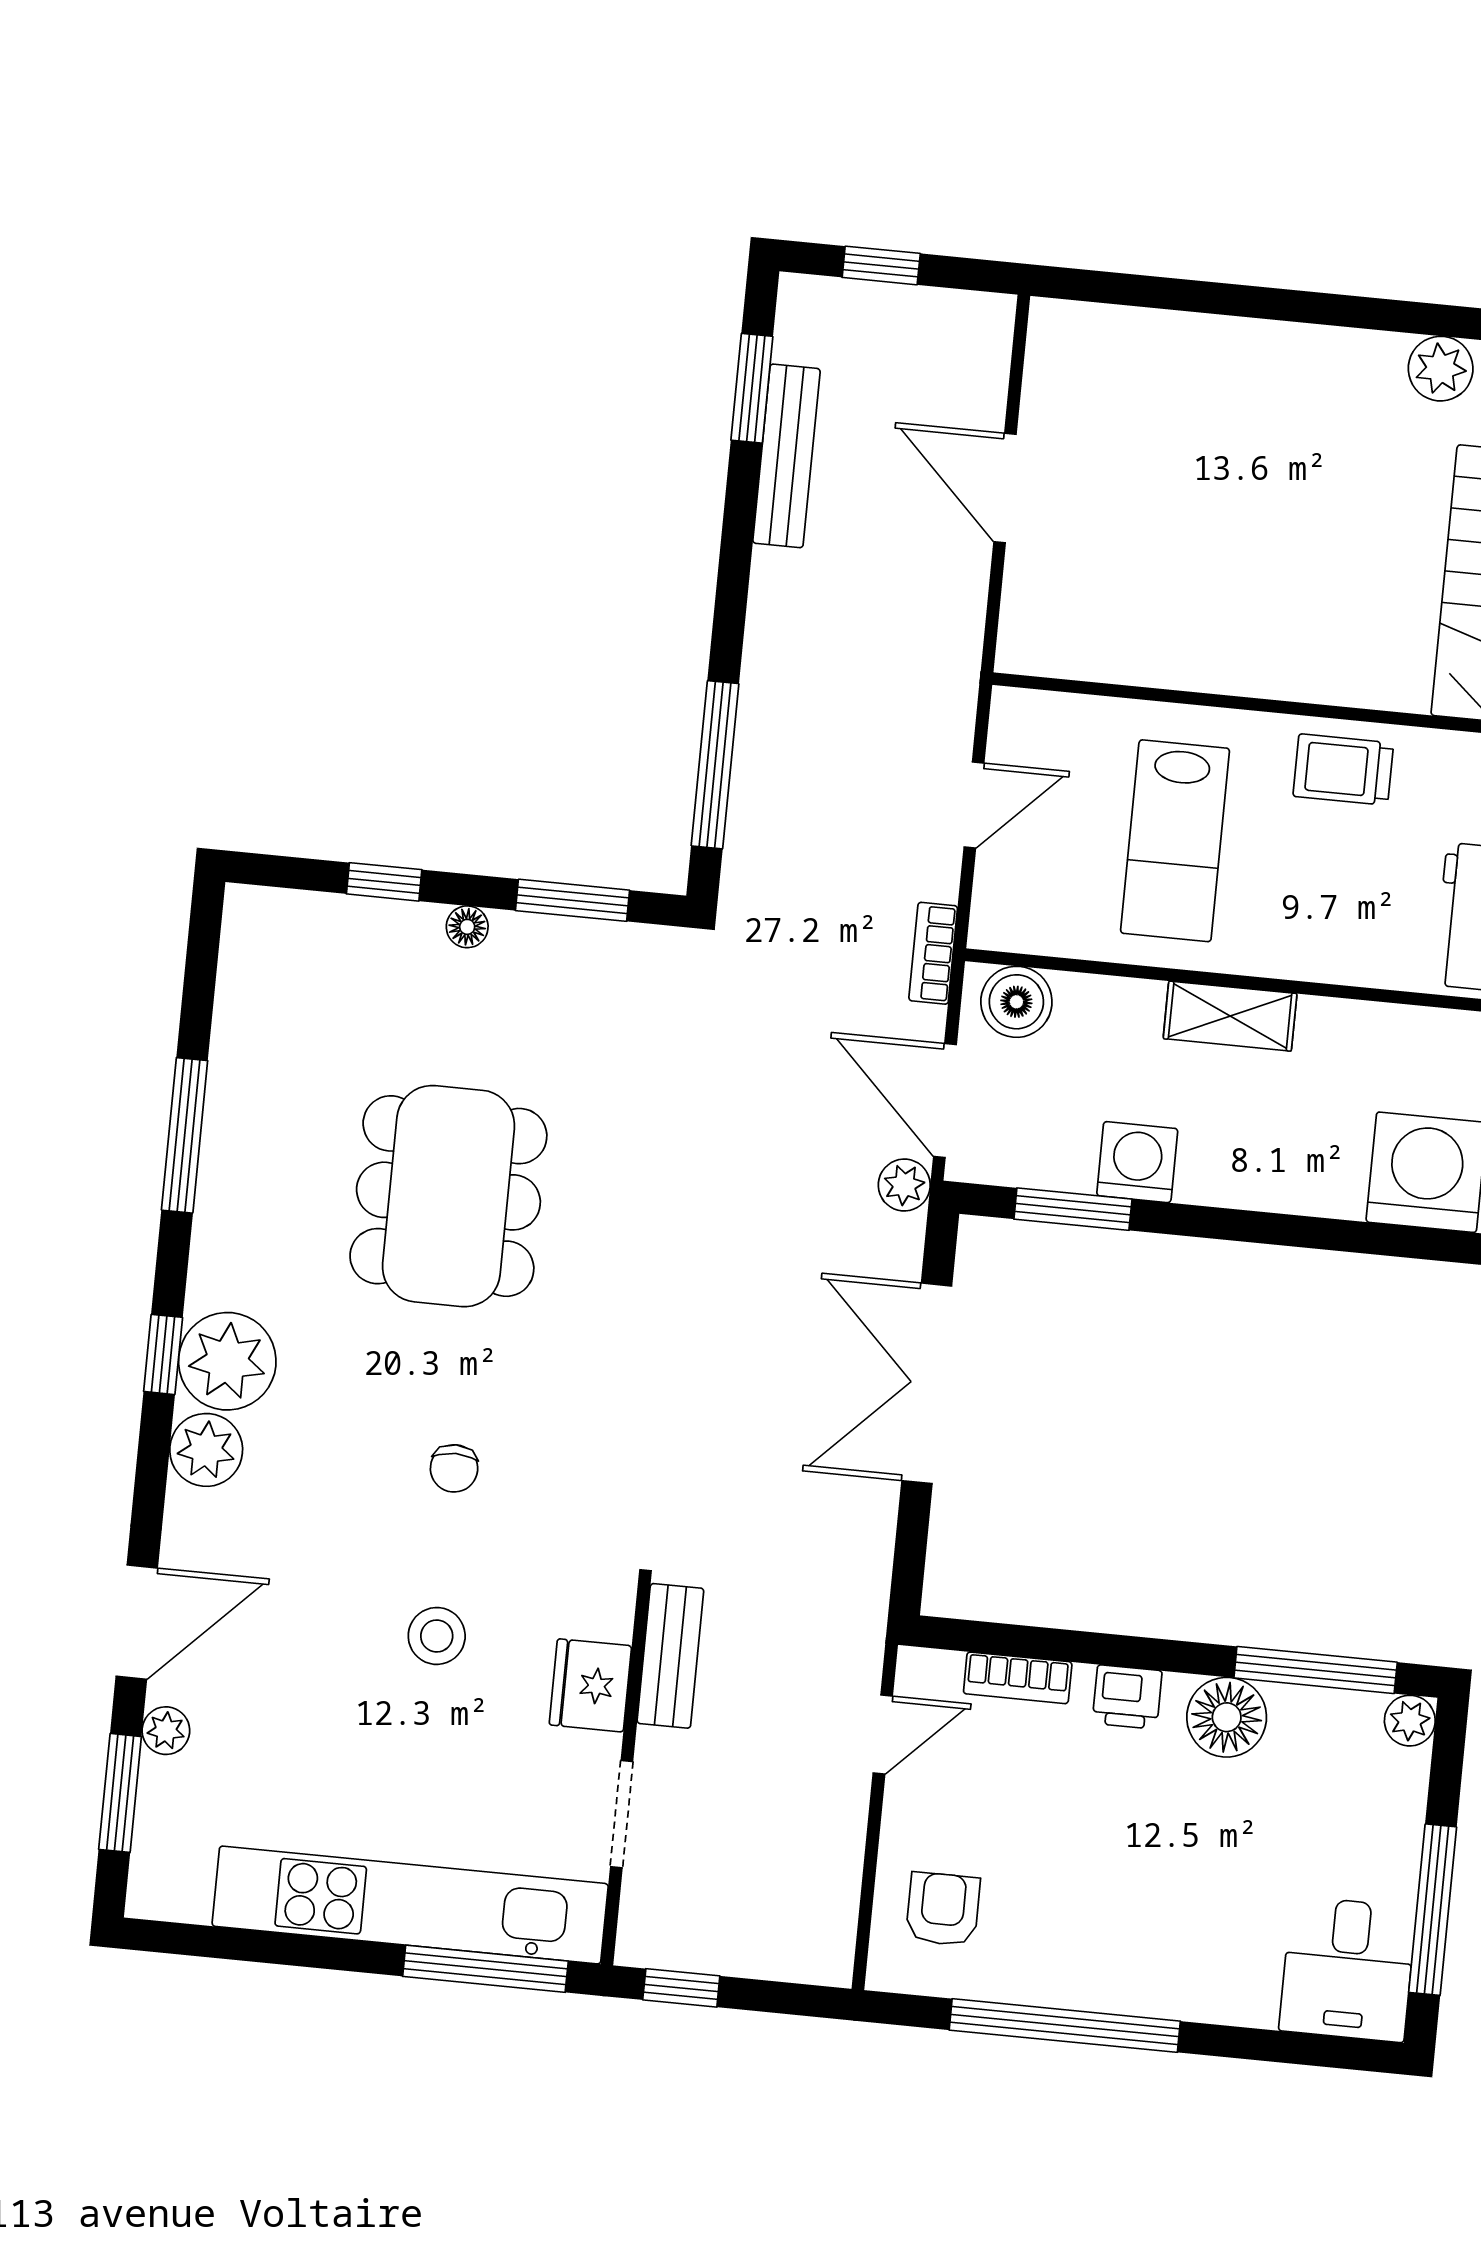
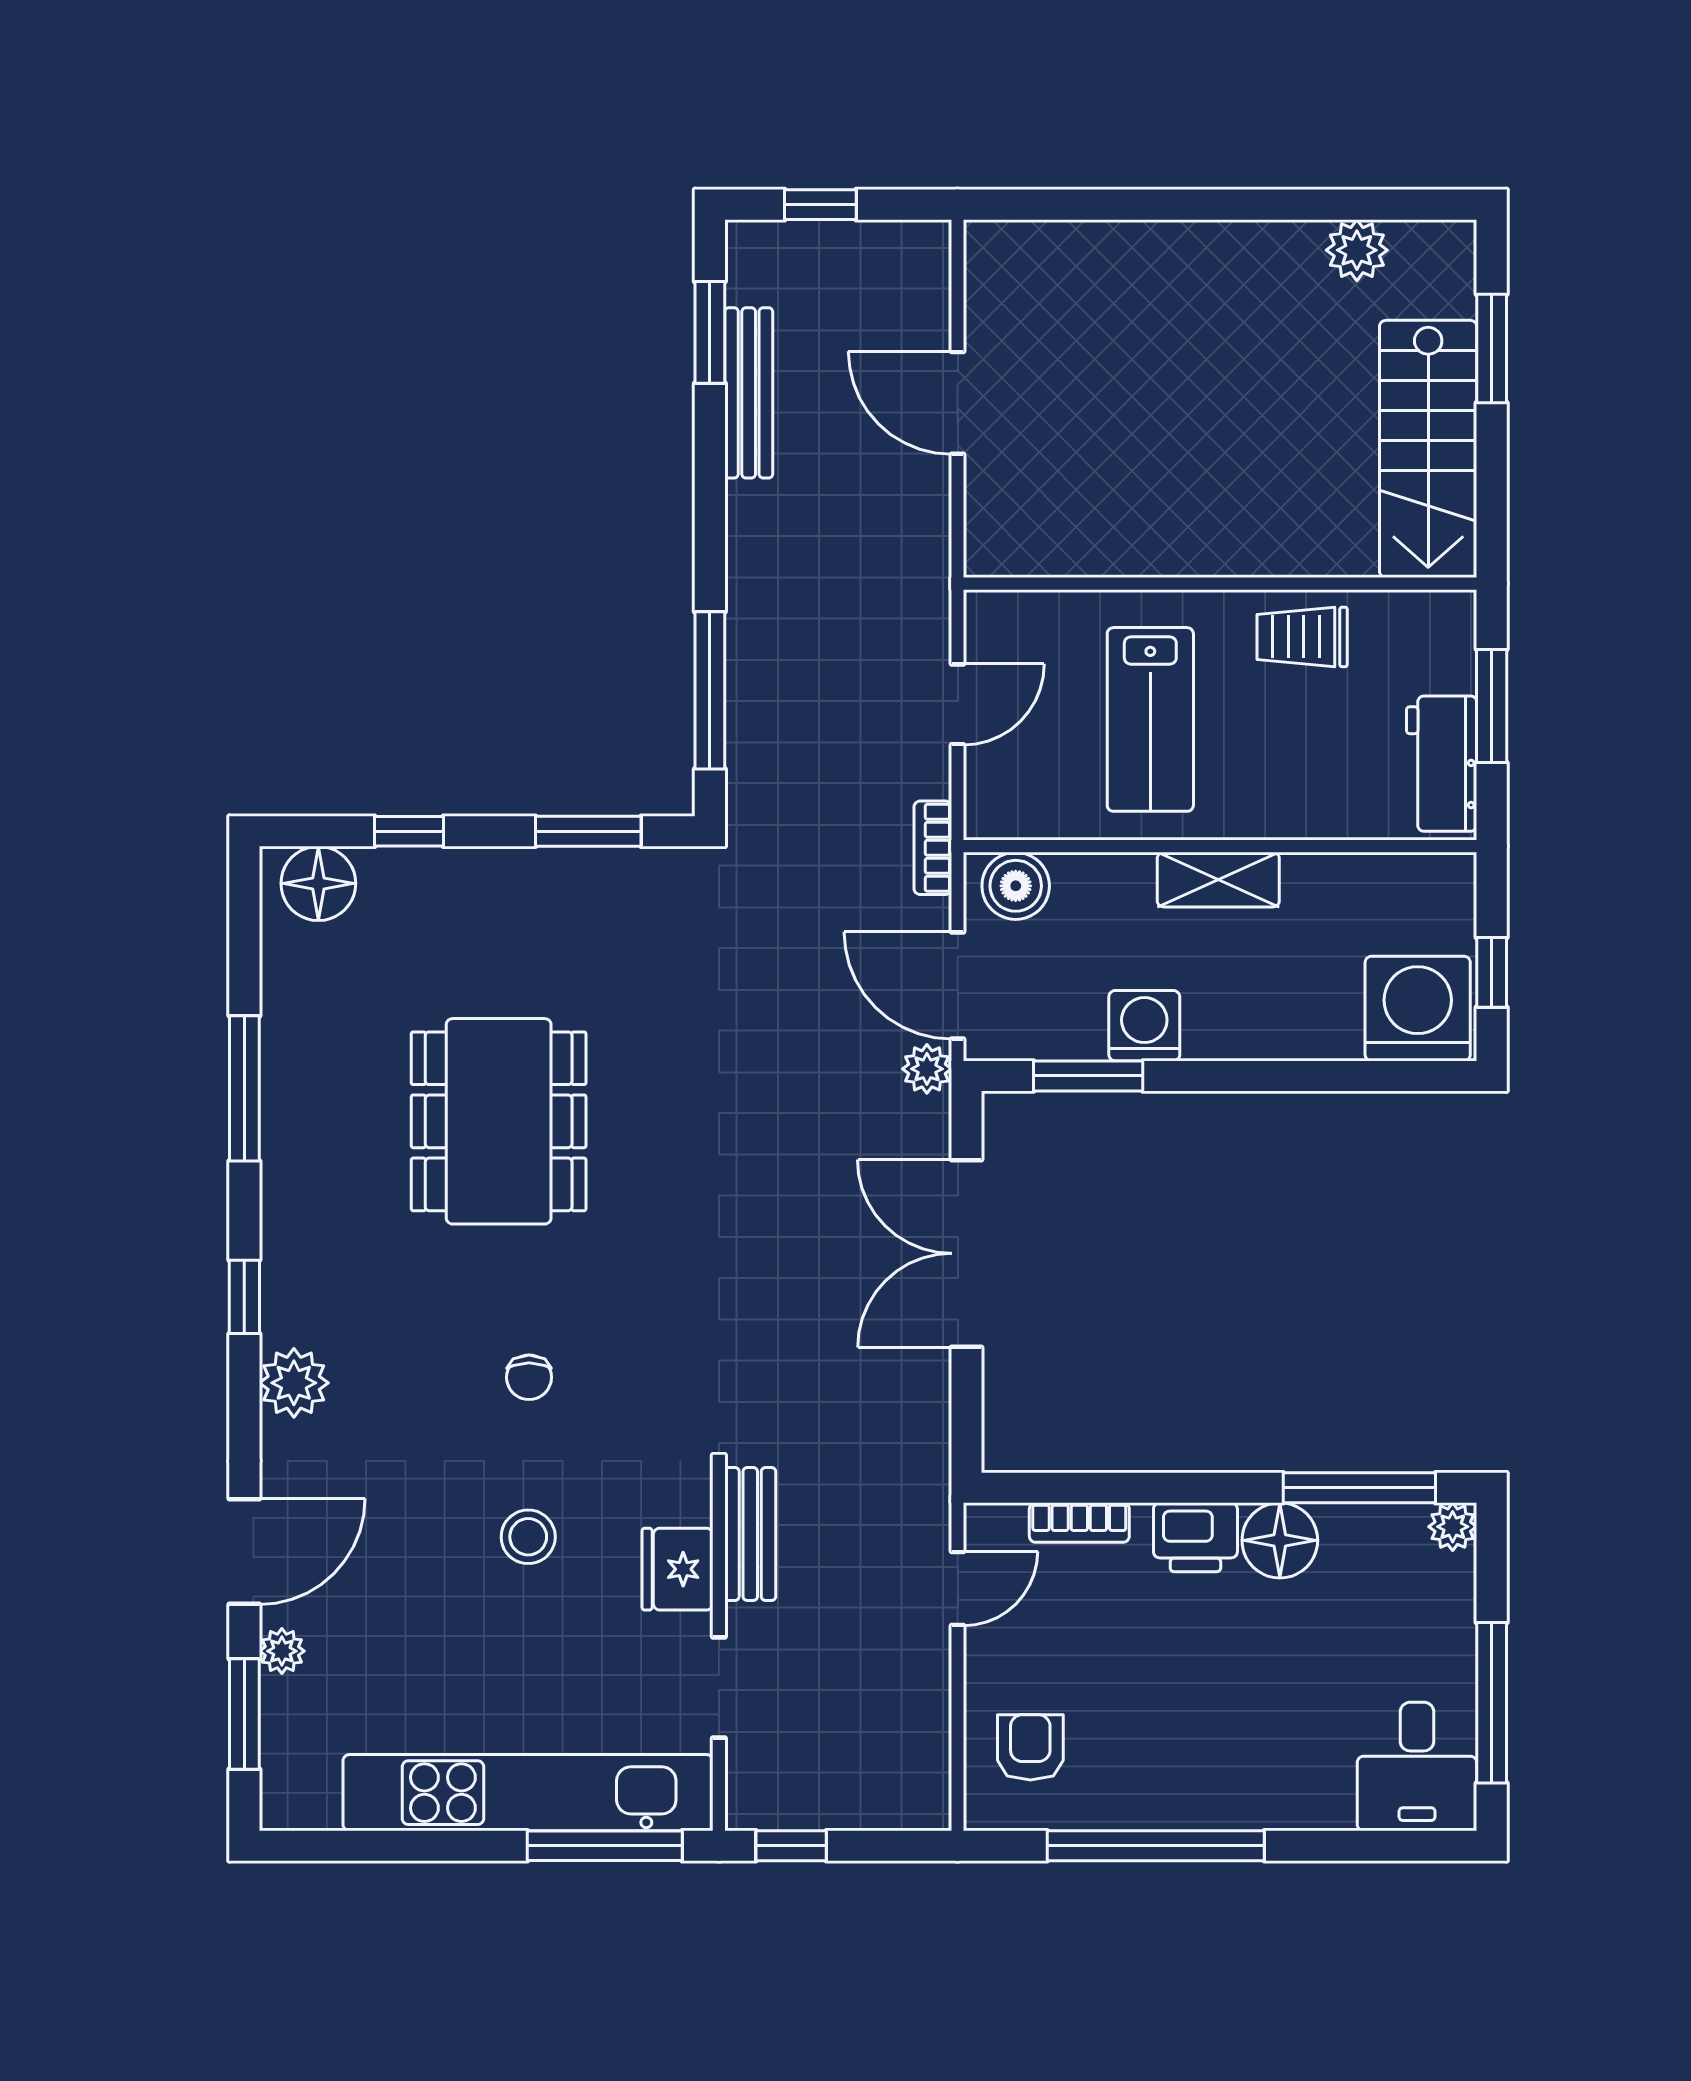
floor lamp: (467, 927) -> (318, 883), moved, width x1.89, depth x1.89
plant: (227, 1361) -> (306, 1297), removed
printer: (1127, 1697) -> (1195, 1537), width x1.36, depth x1.24

